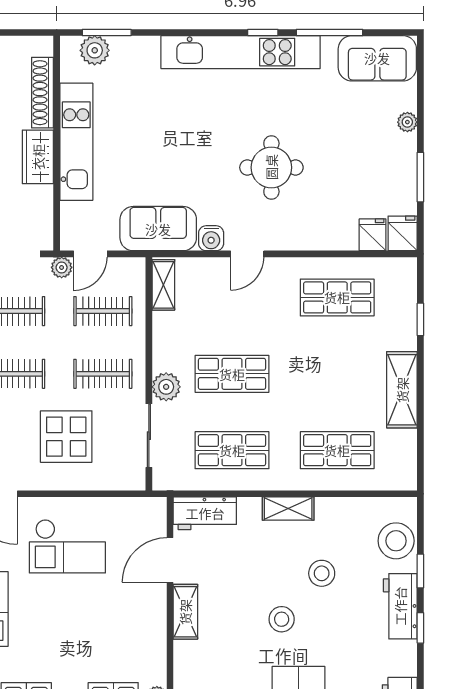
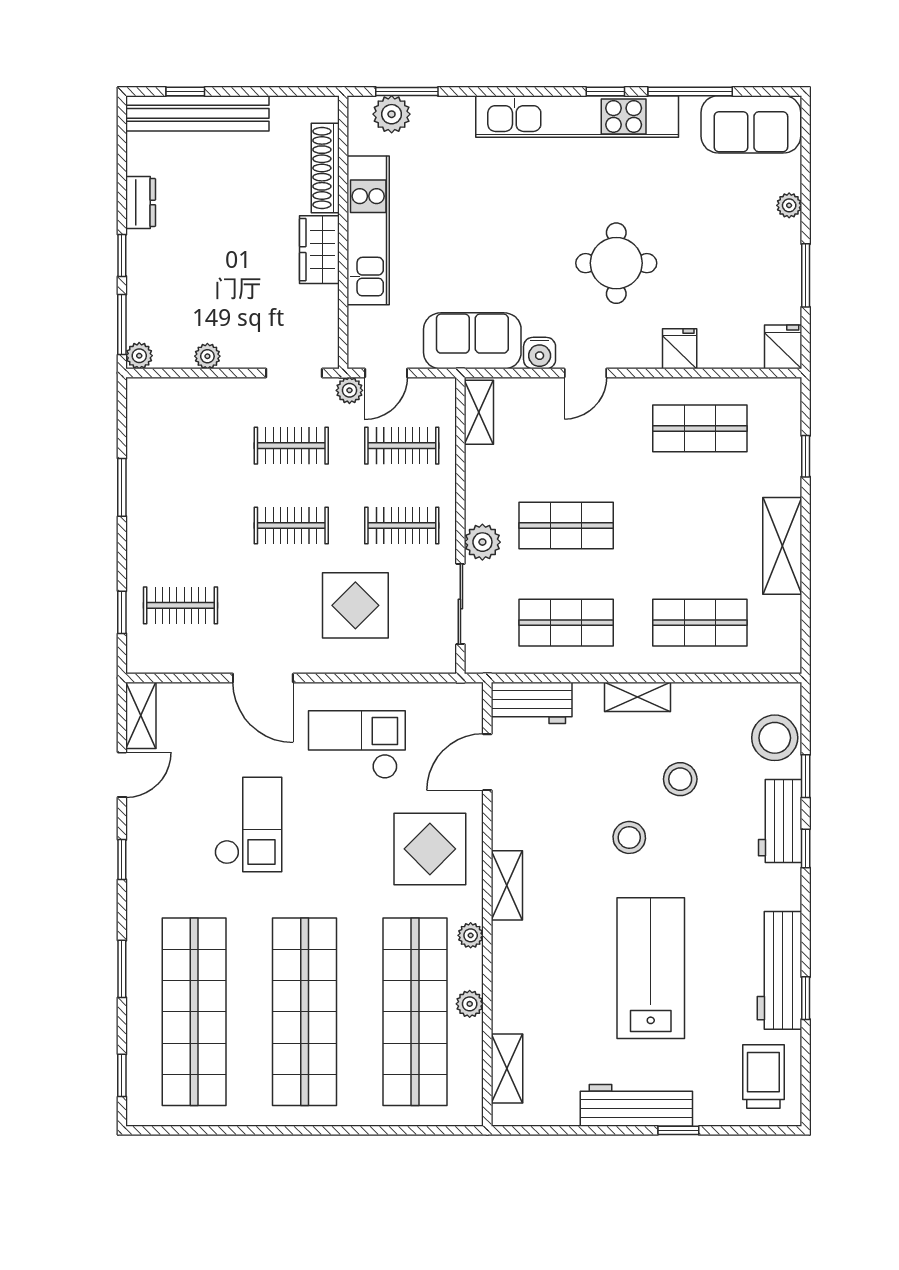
fridge: (373, 235) -> (680, 349), moved
checkout: (67, 546) -> (357, 745), turned 180
shelving: (185, 612) -> (507, 885), moved
display table: (125, 628) -> (430, 849), added

